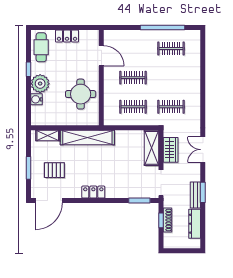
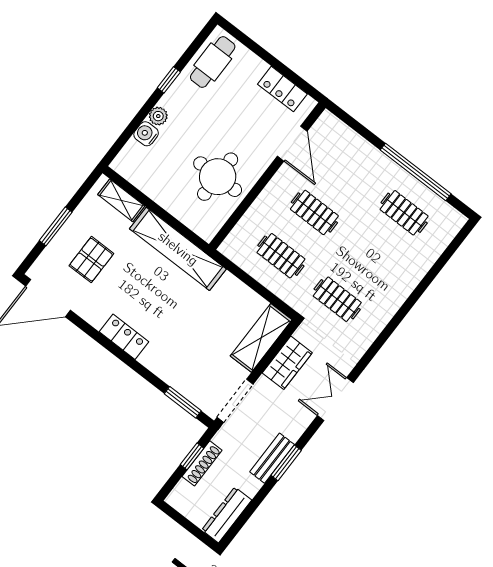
locker: (67, 36) -> (282, 89), moved
plant: (40, 84) -> (158, 116), width x0.53, depth x0.53
pallet: (54, 170) -> (91, 260), turned 90
dresser: (195, 224) -> (227, 515), moved

